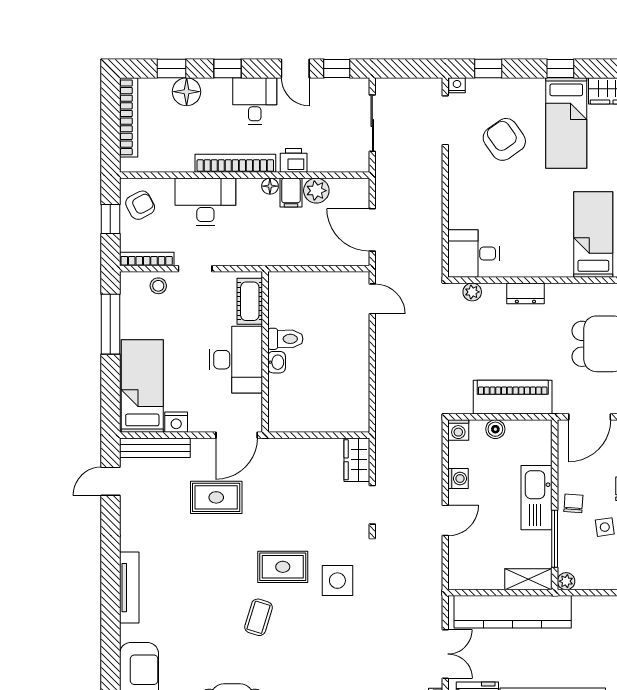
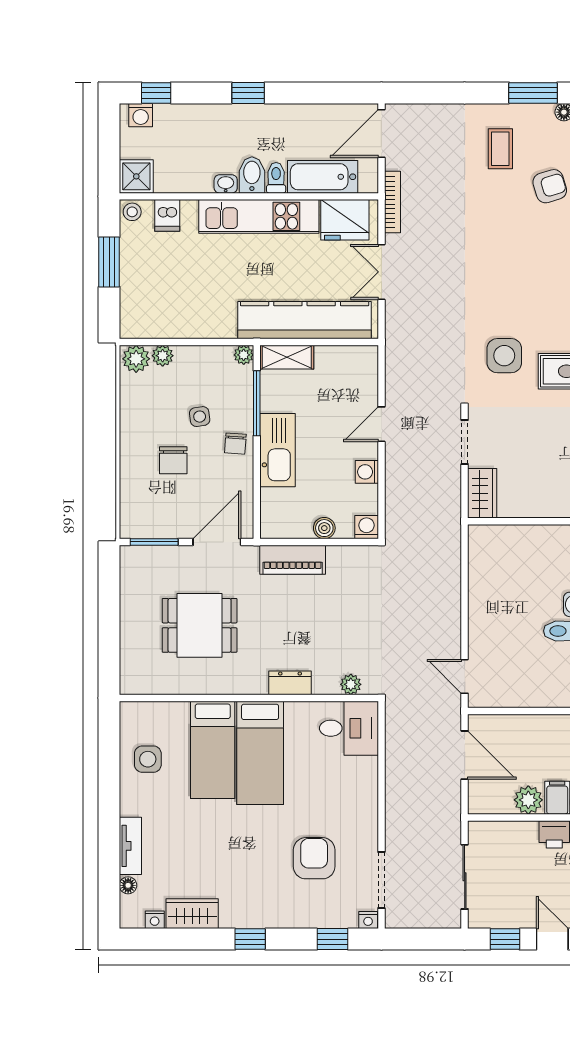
bed: (566, 123) -> (260, 753), moved, turned 180
armchair: (504, 139) -> (314, 858), turned -145
piano: (513, 397) -> (293, 560), width x0.73, depth x0.75

